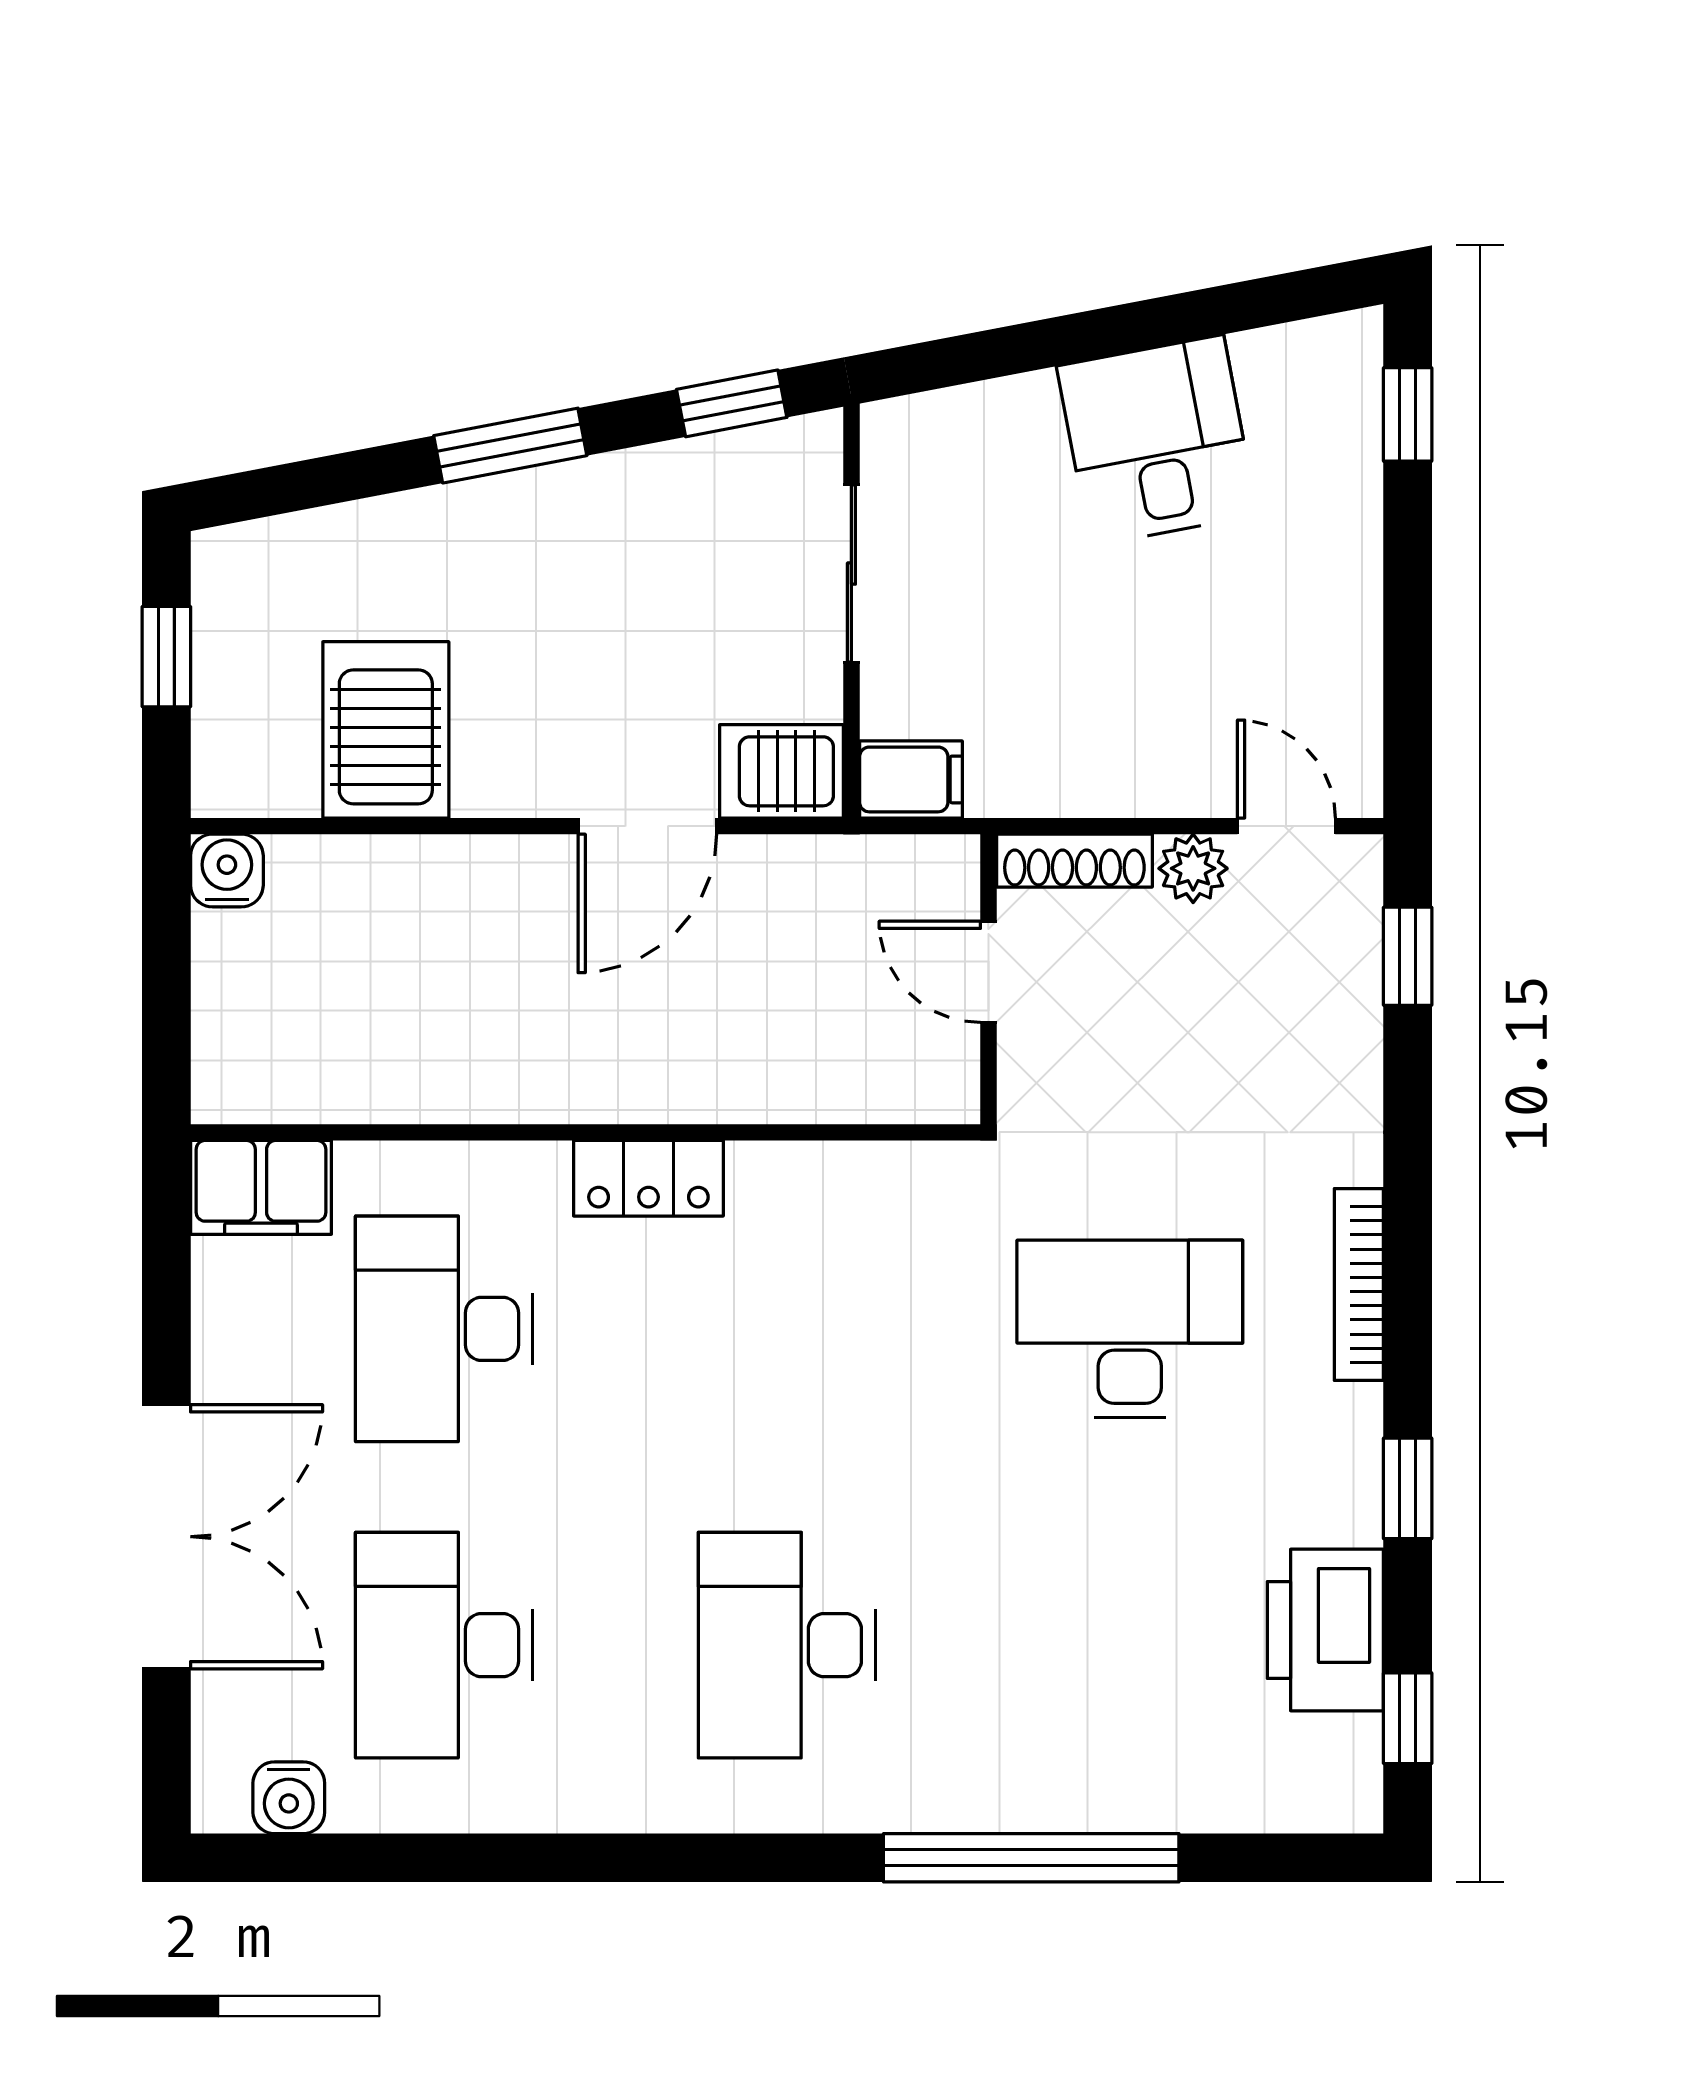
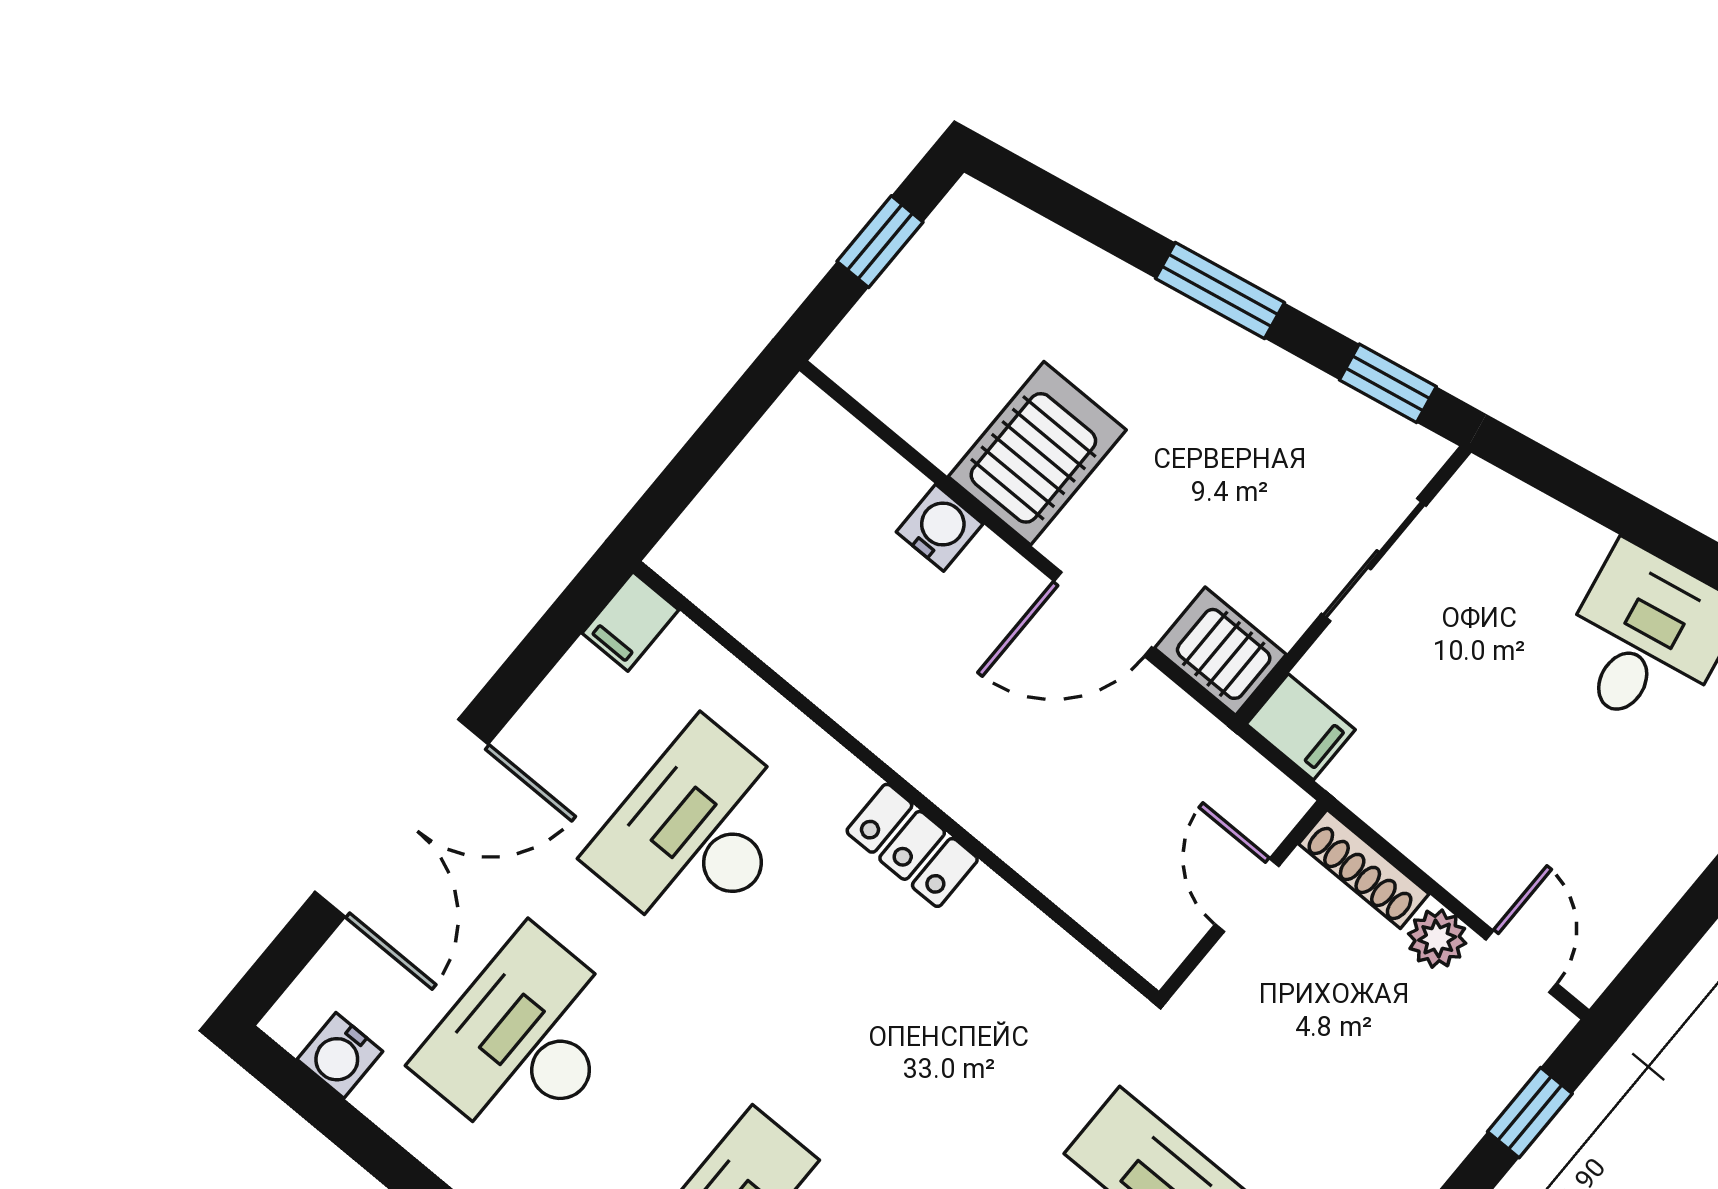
server rack: (386, 730) -> (1037, 453), moved
water cooler: (227, 870) -> (940, 528), moved
filing cabinet: (261, 1187) -> (630, 622), width x0.50

